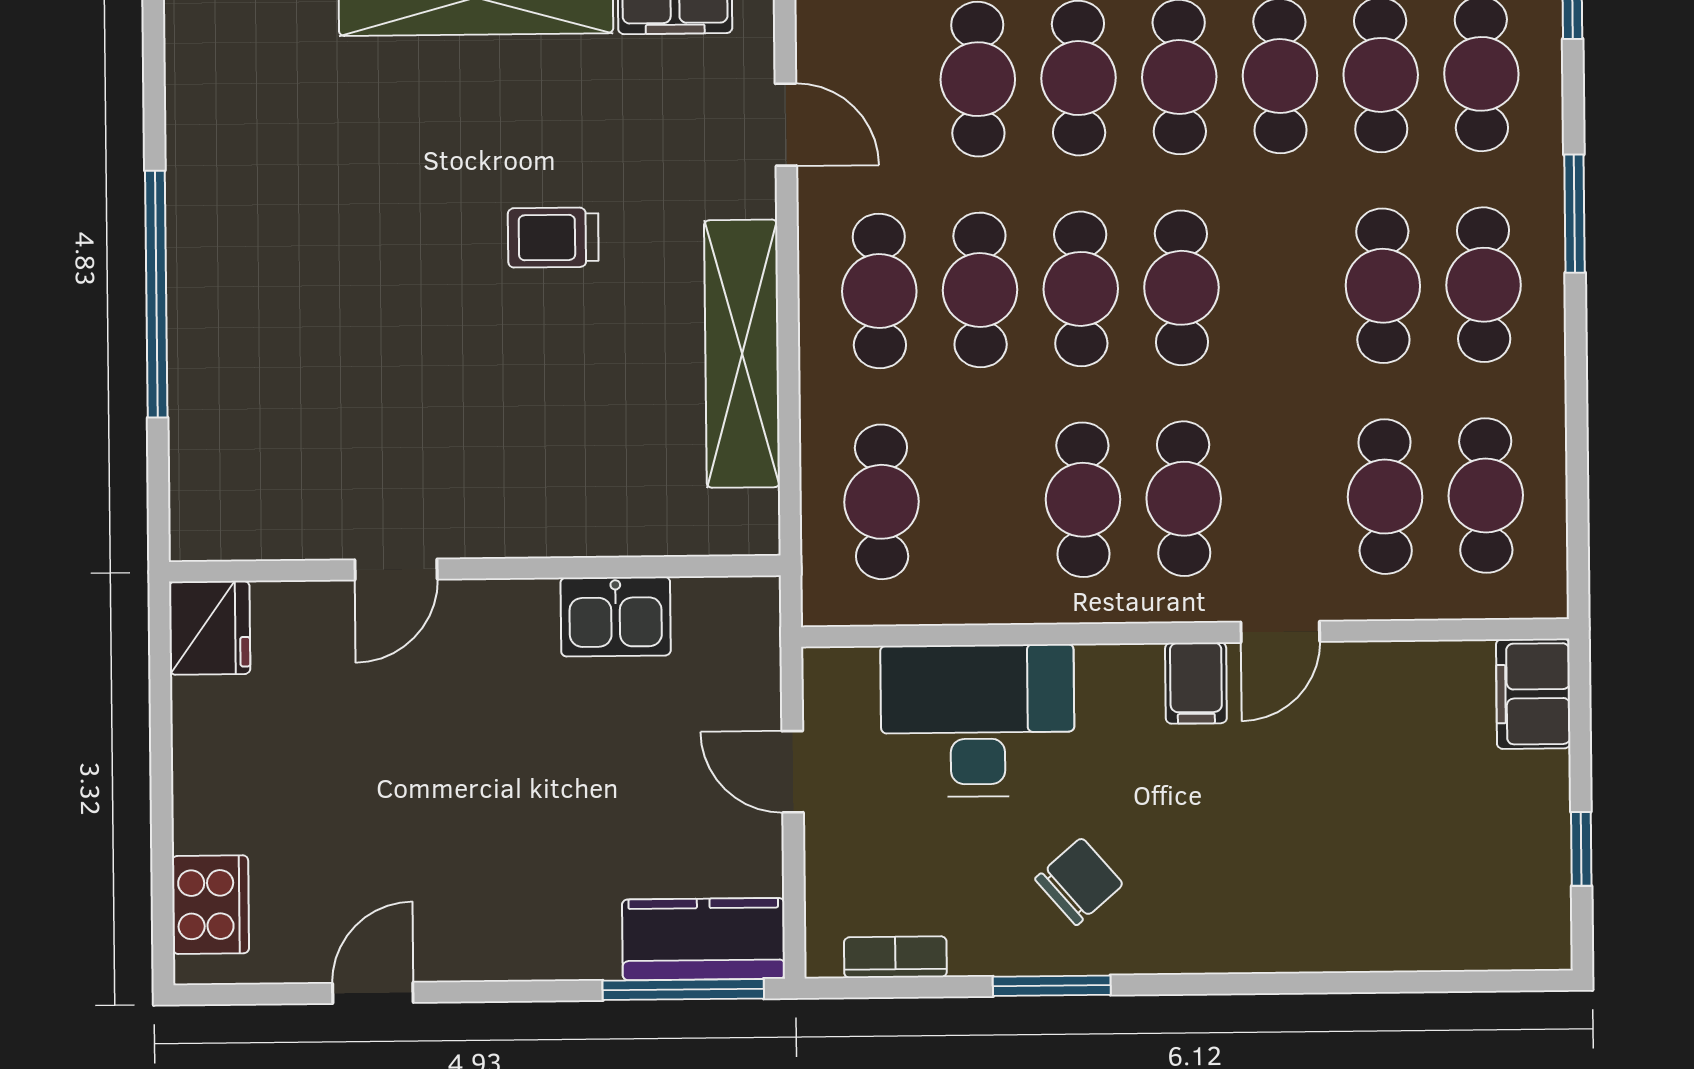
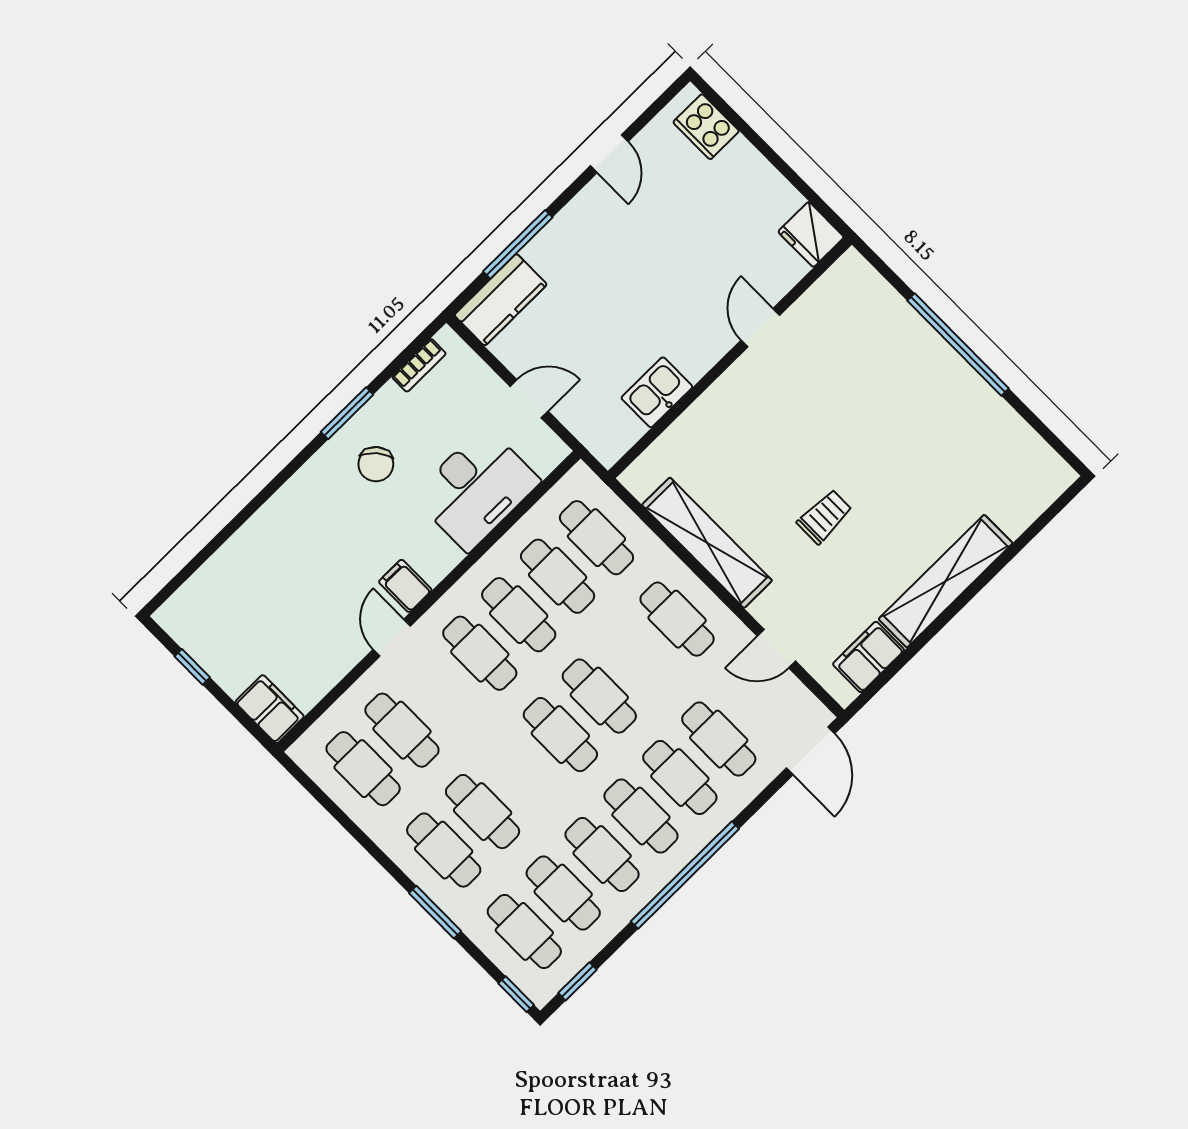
cafe table: (980, 290) -> (558, 576), moved
window: (683, 990) -> (518, 244), moved

